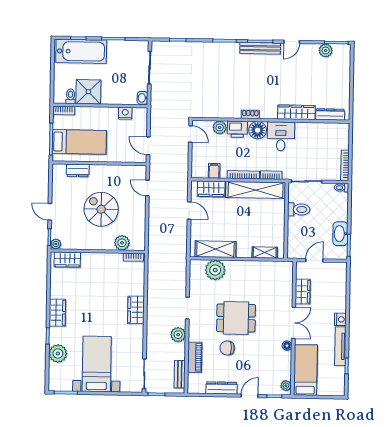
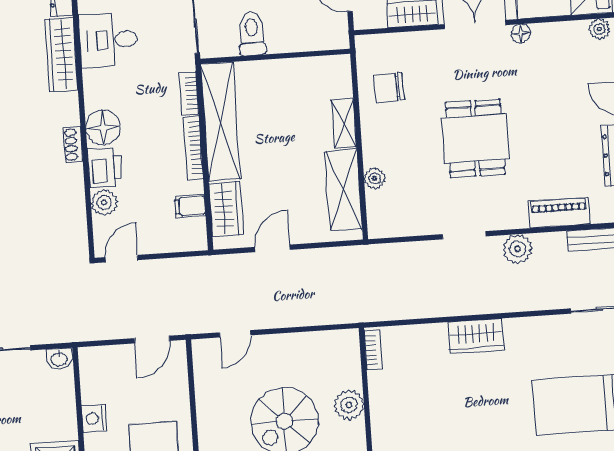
nightstand: (125, 113) -> (94, 418), moved
desk: (281, 136) -> (108, 40), moved
plant: (122, 243) -> (349, 405), moved
shelving: (265, 253) -> (344, 123), moved
plant: (215, 270) -> (375, 178), width x0.53, depth x0.53
chair: (227, 348) -> (389, 87), moved, turned 88

